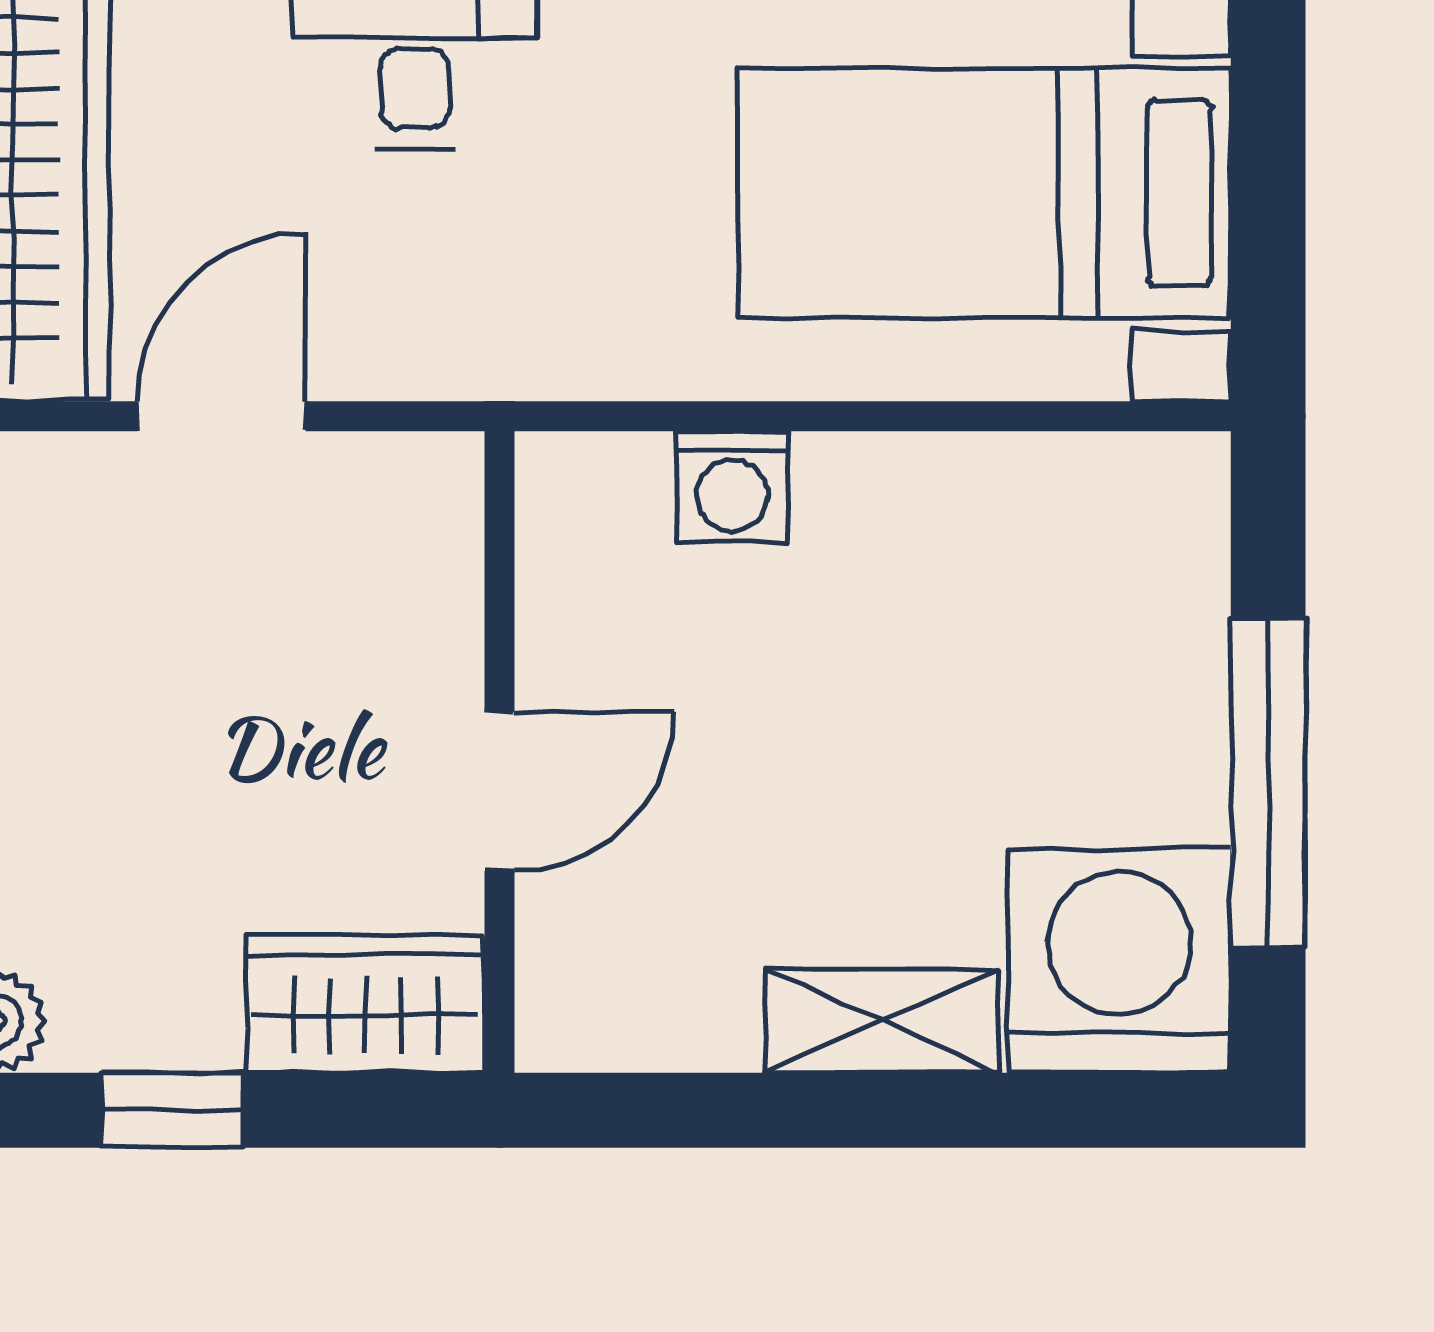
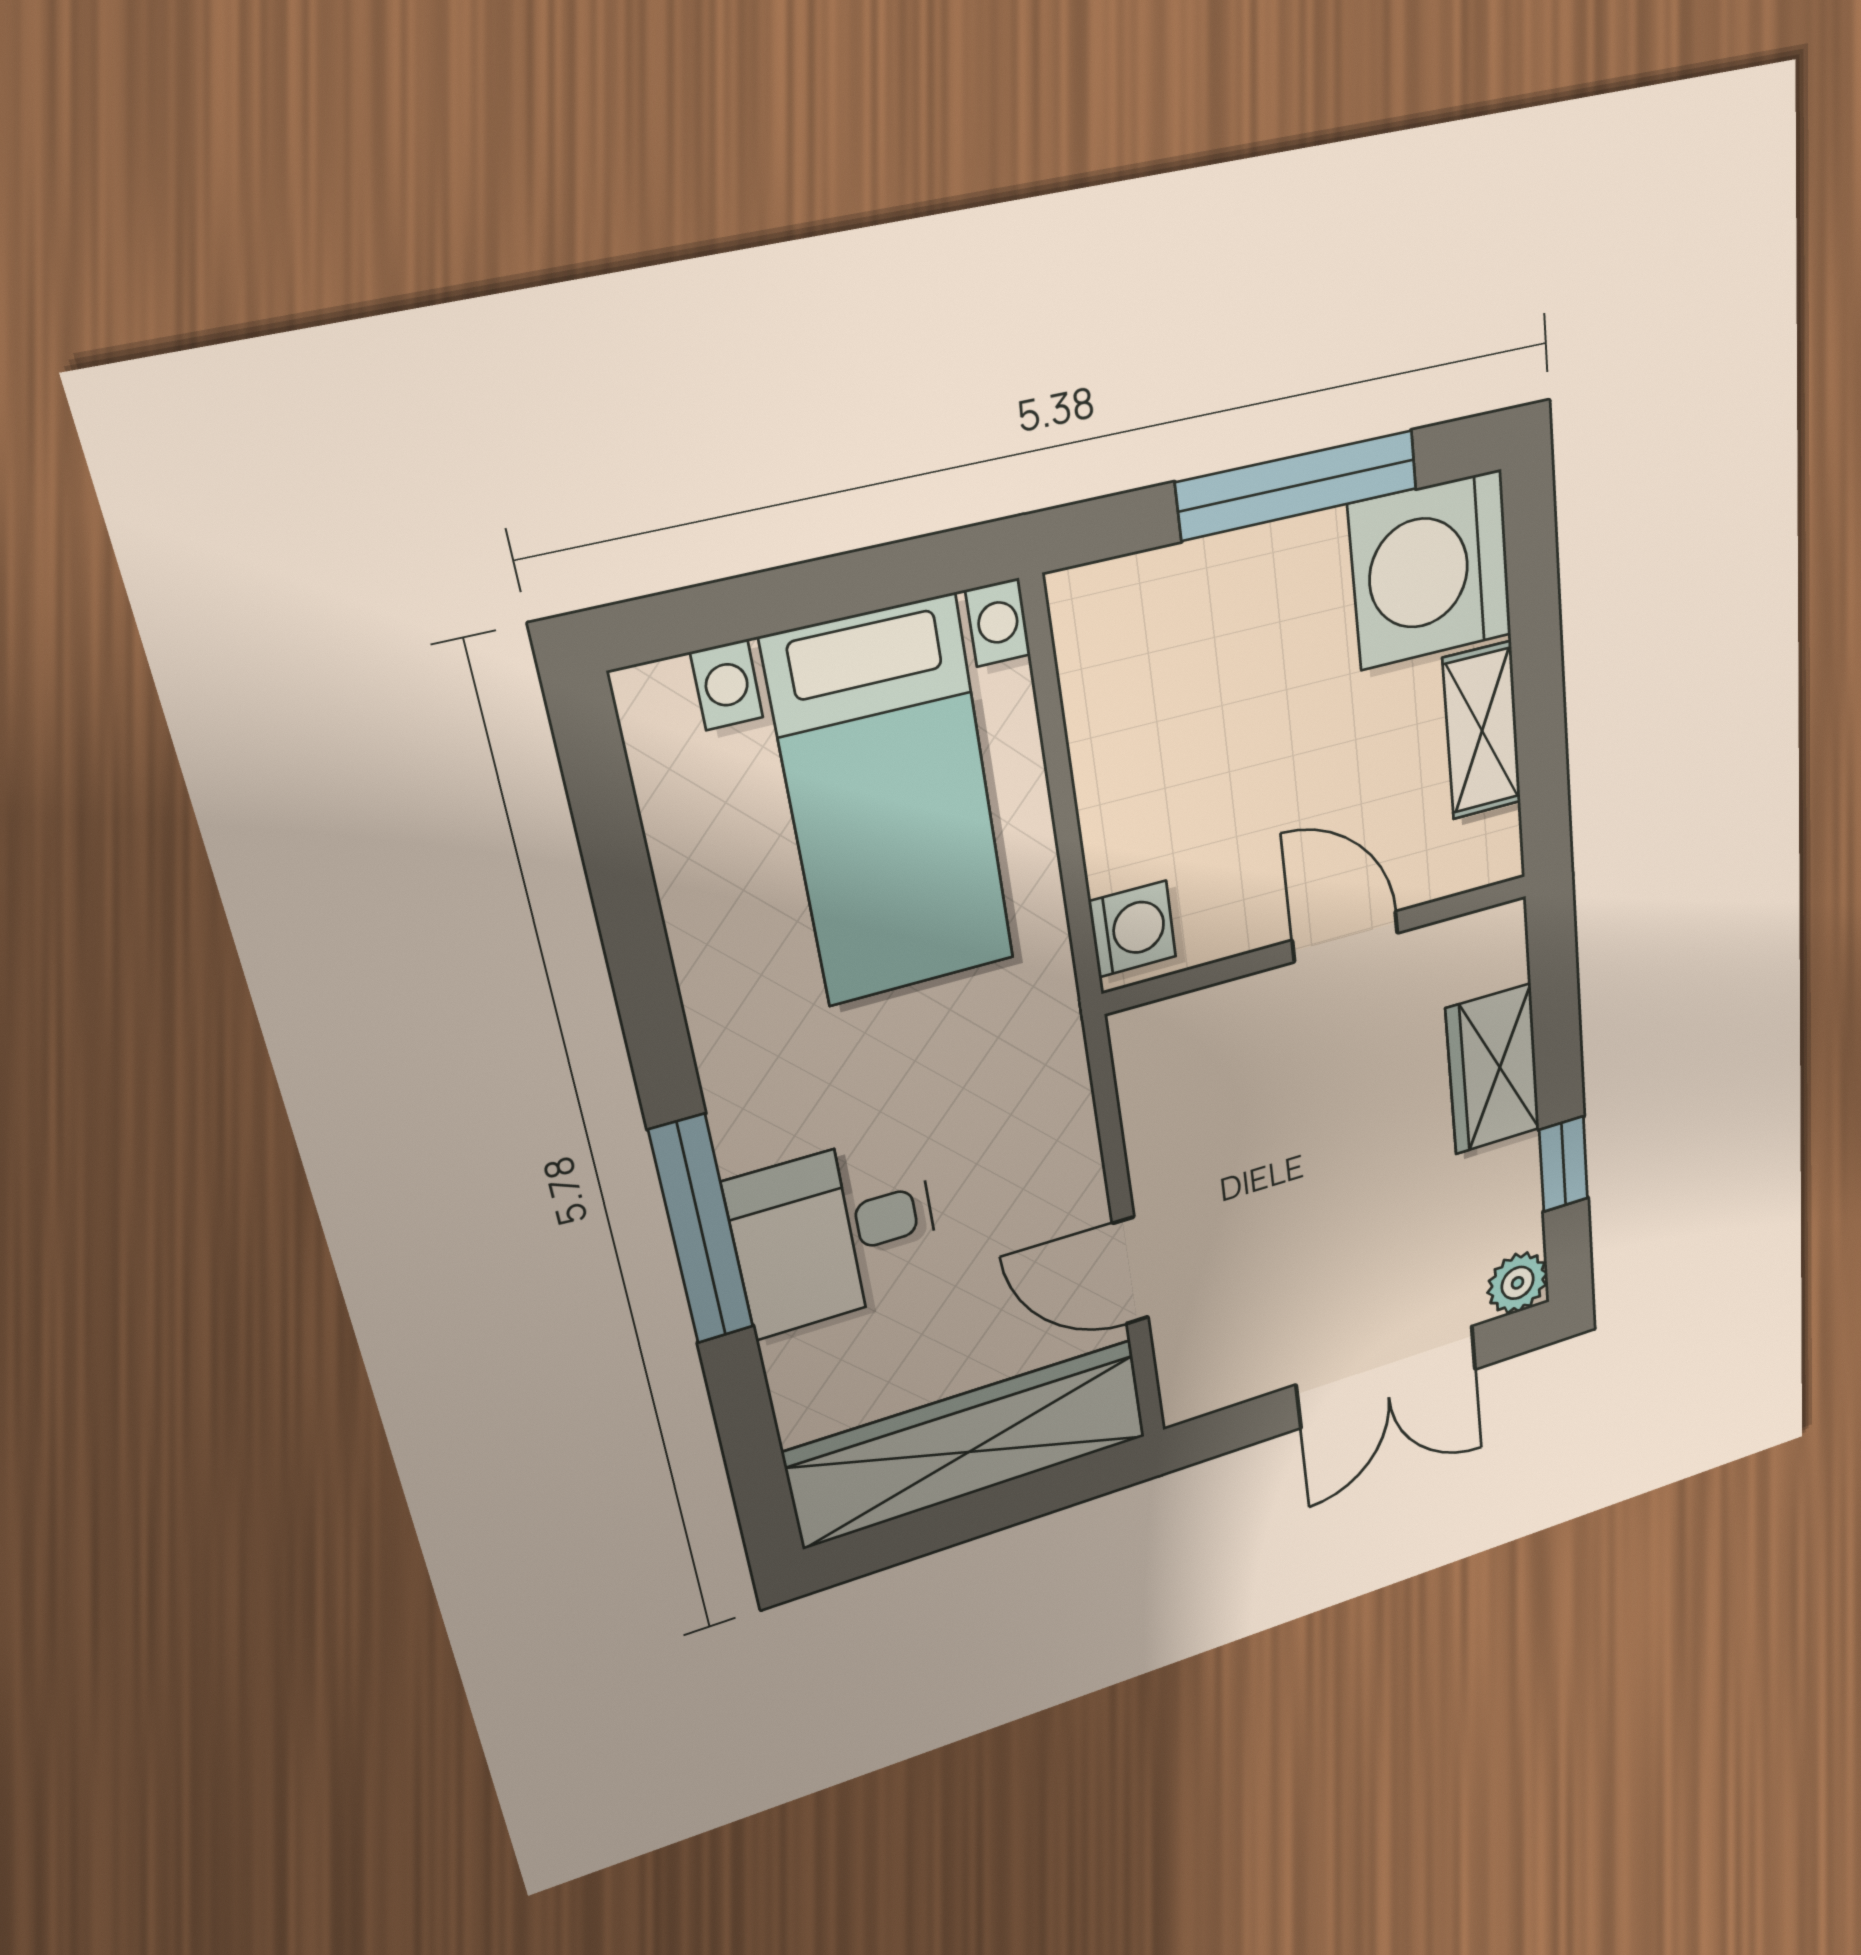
wall: (500, 752) -> (1320, 944), moved
door: (500, 791) -> (1345, 937), moved

